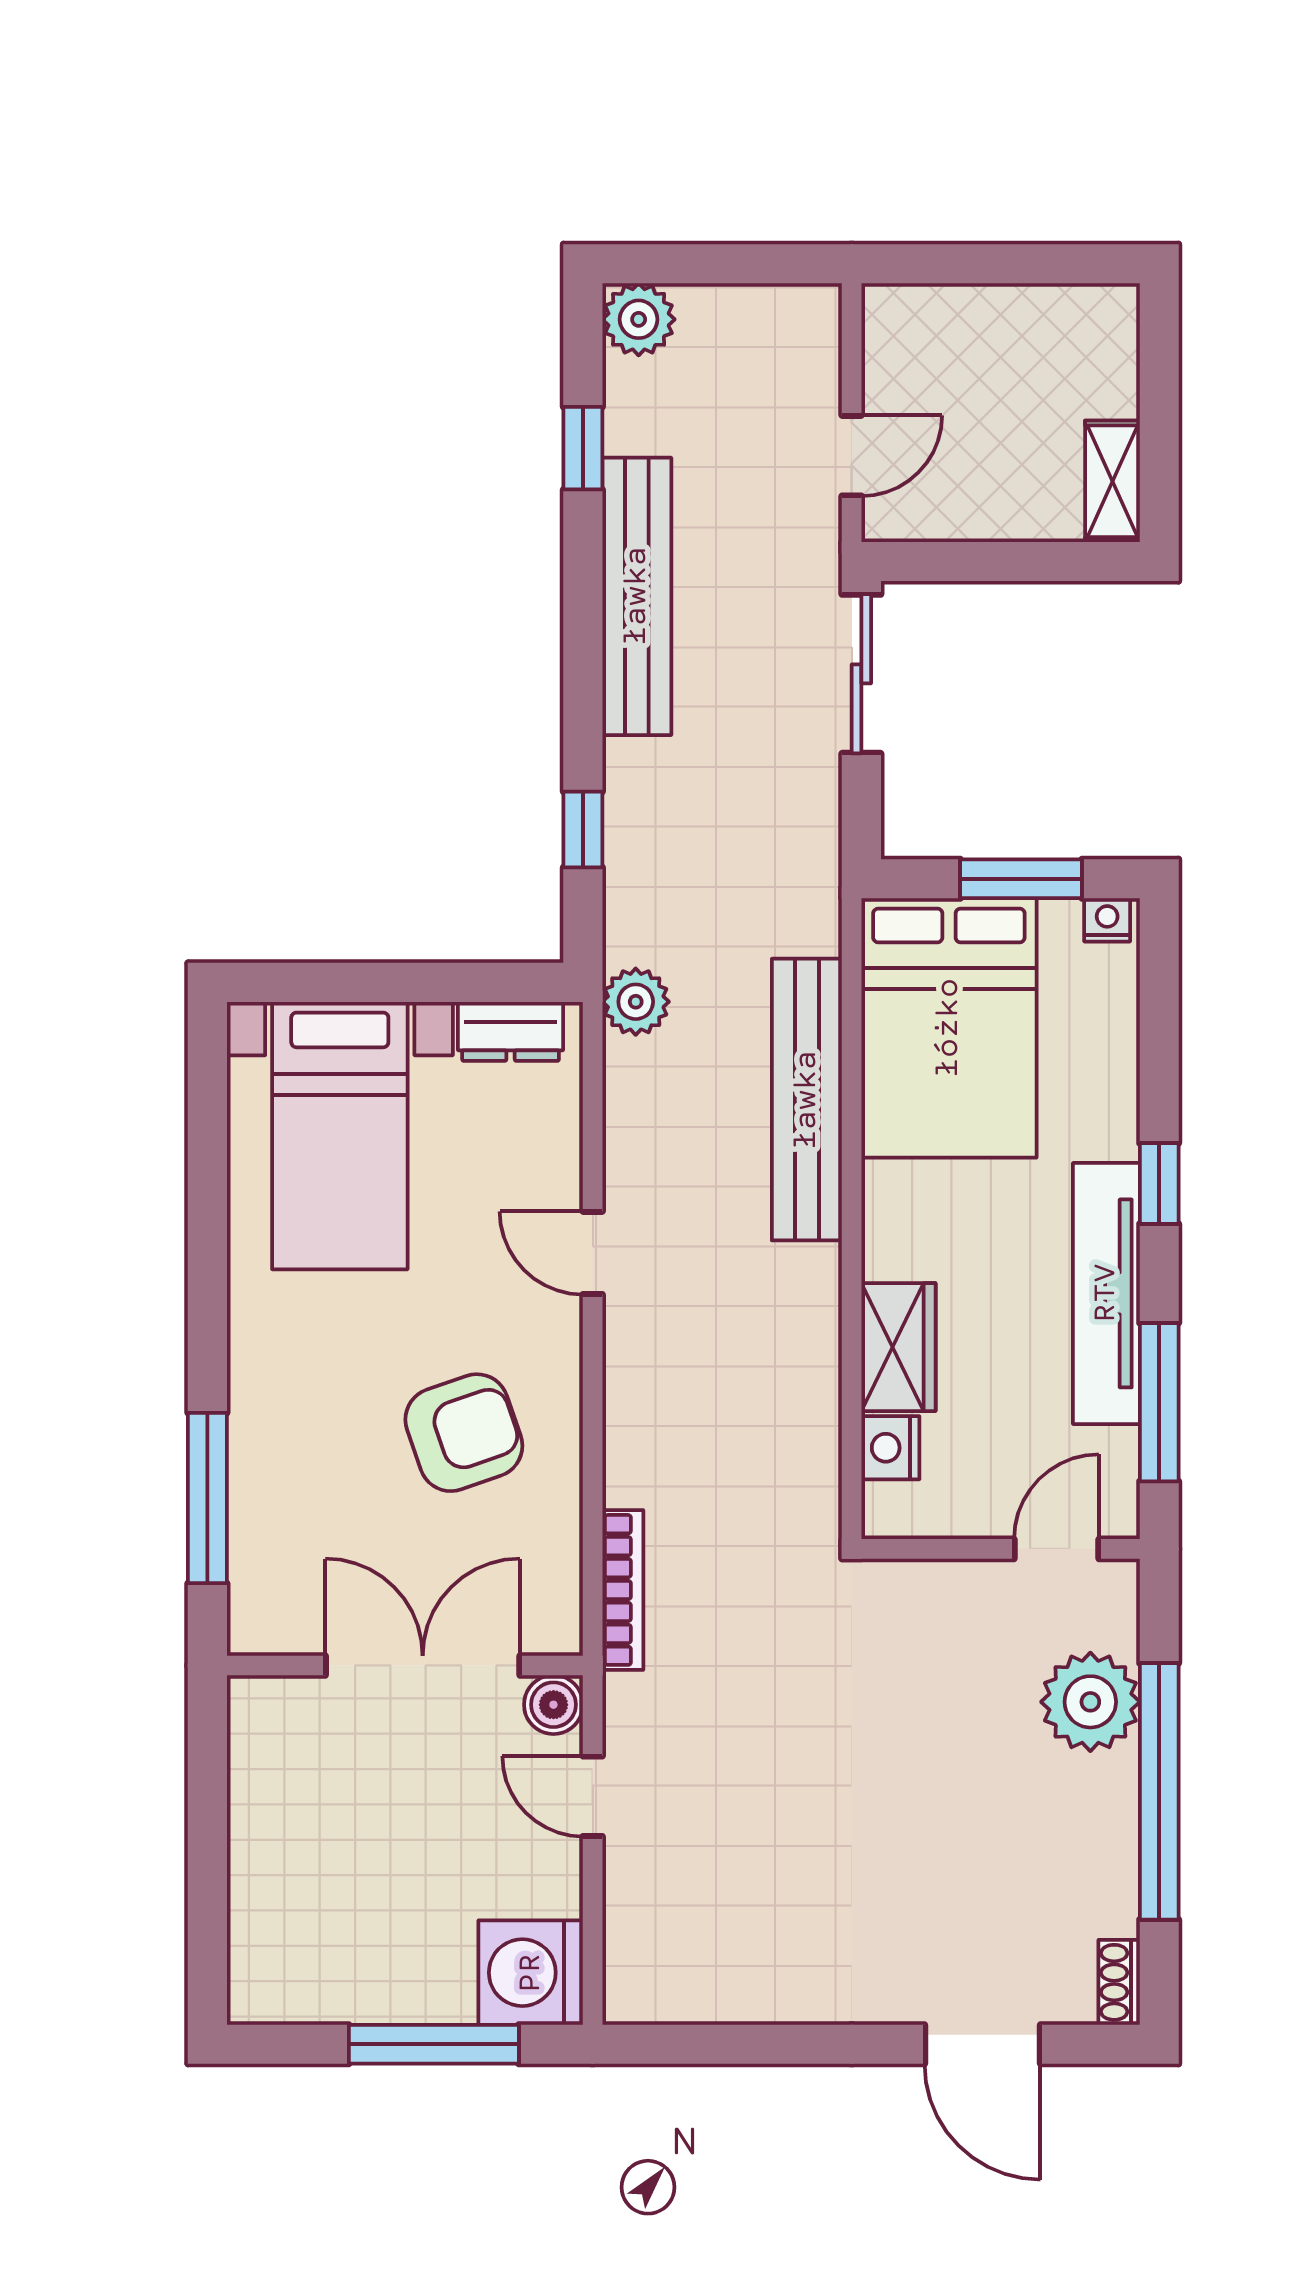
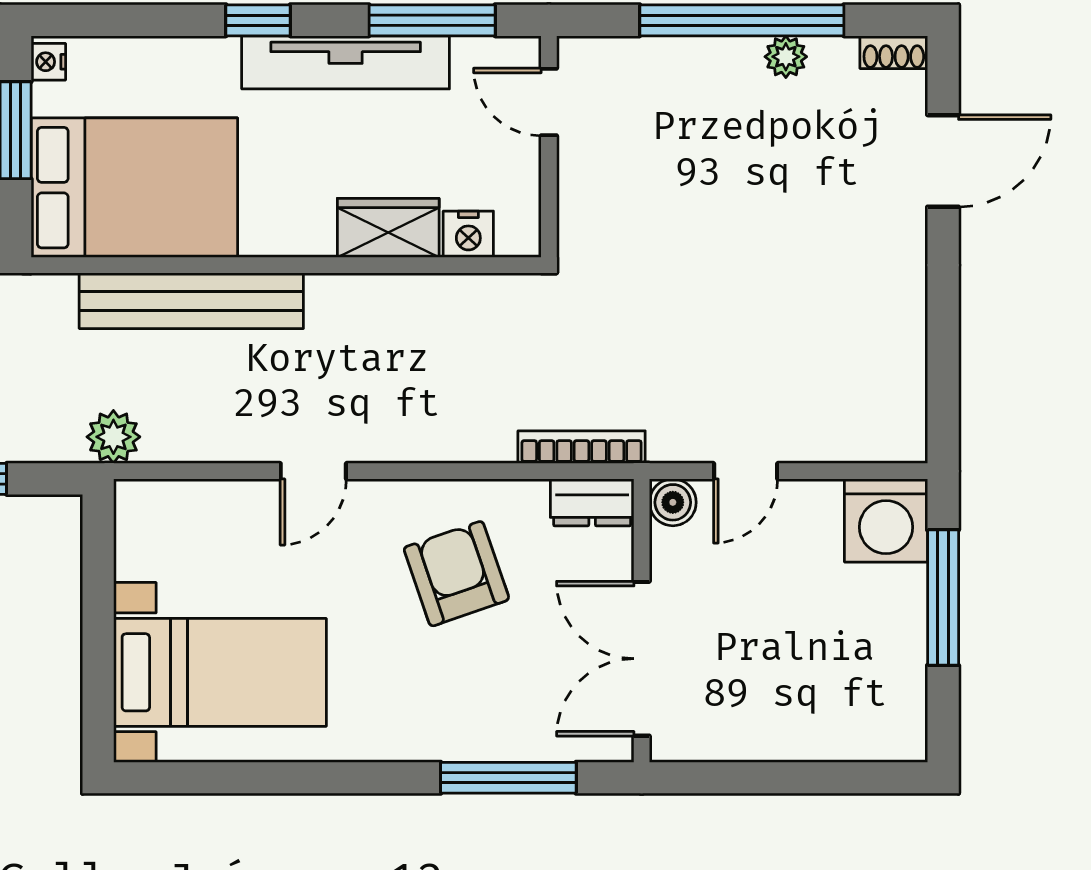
dresser: (511, 1031) -> (592, 502), moved, turned 90
double door: (423, 1665) -> (642, 659), moved
plant: (1090, 1702) -> (786, 57), moved, width x0.53, depth x0.53

